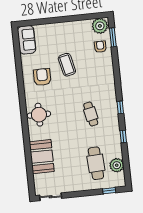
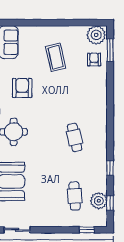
coffee table: (67, 65) -> (56, 57), moved
window: (120, 107) -> (110, 203), moved
cafe table: (96, 163) -> (75, 196), width x0.73, depth x0.74

